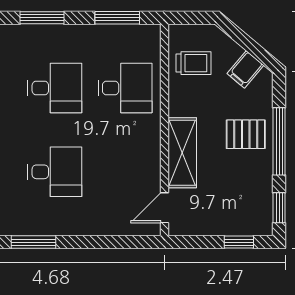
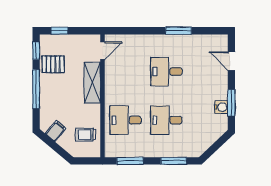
pallet: (246, 134) -> (53, 64), moved

